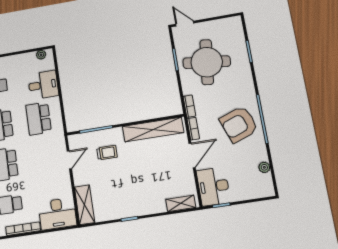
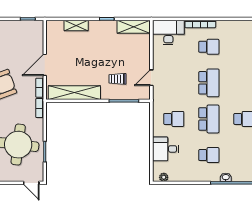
school desk: (39, 119) -> (174, 119), width x0.54
desk: (213, 186) -> (31, 36), removed
shelving: (181, 203) -> (76, 26), moved
shelving: (85, 205) -> (134, 27), moved, turned 90

